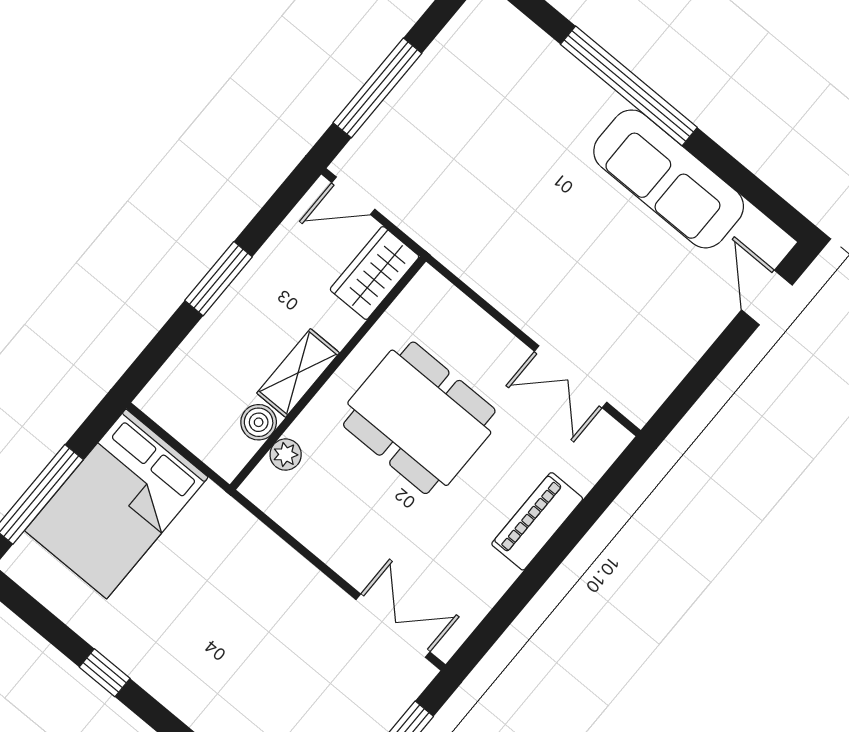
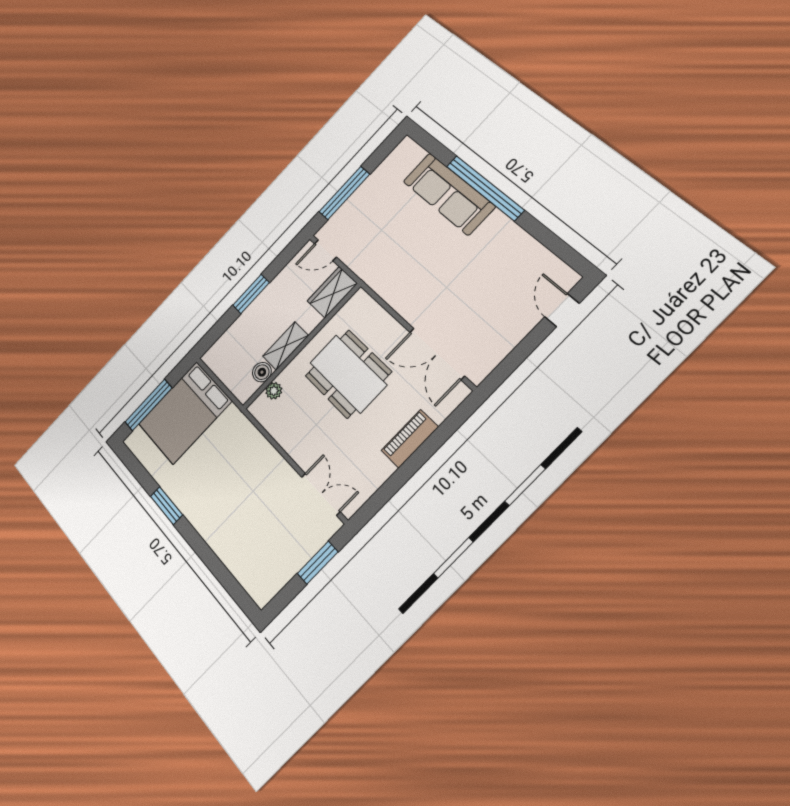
sofa: (669, 179) -> (449, 194), moved
double door: (571, 377) -> (437, 354), width x1.37
window: (105, 673) -> (166, 506), width x1.50

